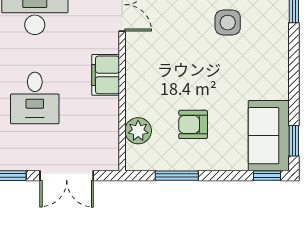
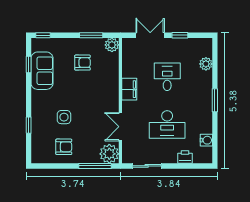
plant: (138, 131) -> (112, 45), moved
sofa: (269, 136) -> (42, 71), moved
window: (294, 141) -> (29, 64), moved

